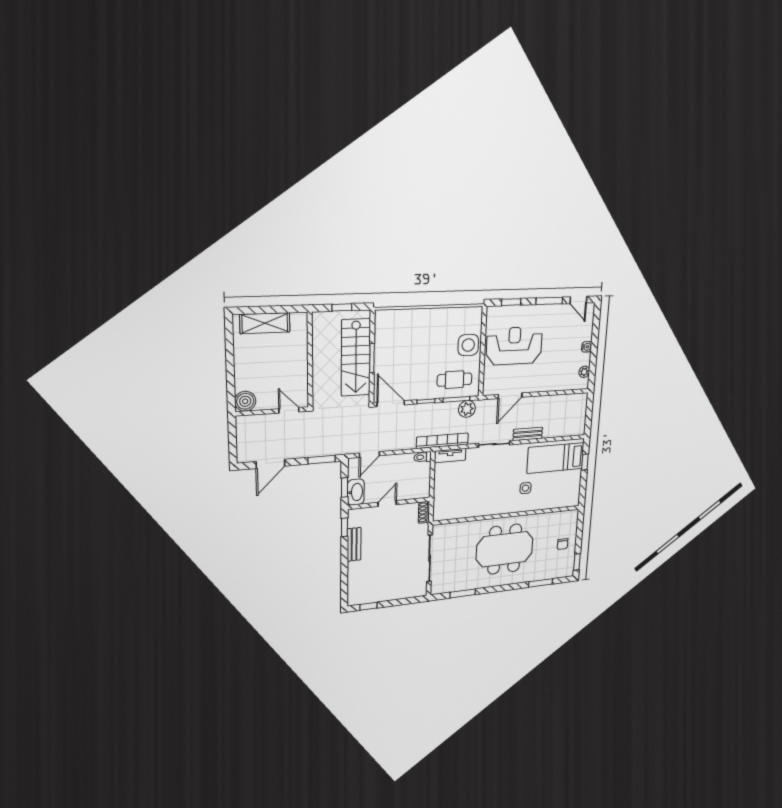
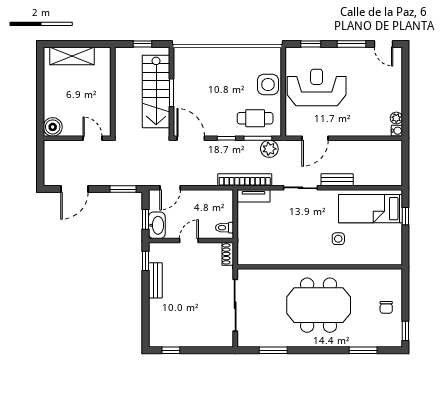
water cooler: (587, 347) -> (397, 131), moved
toilet: (423, 457) -> (224, 228), moved

